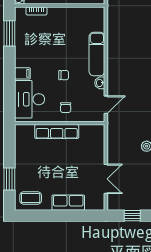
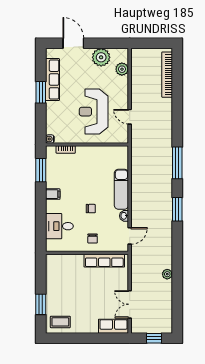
filing cabinet: (22, 73) -> (53, 194), moved
desk: (30, 99) -> (59, 226), width x0.73
row of seats: (57, 132) -> (104, 261), moved
double door: (106, 179) -> (130, 304), swing flipped
row of seats: (68, 203) -> (114, 326), moved

